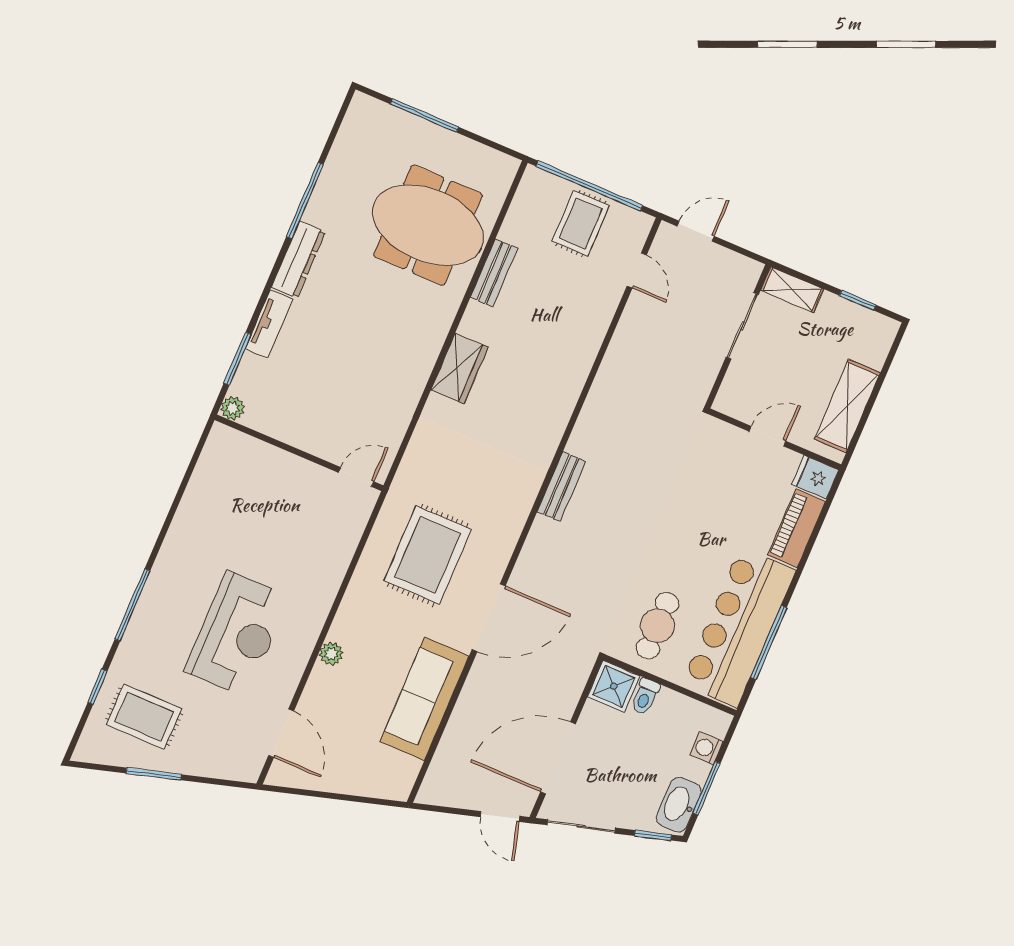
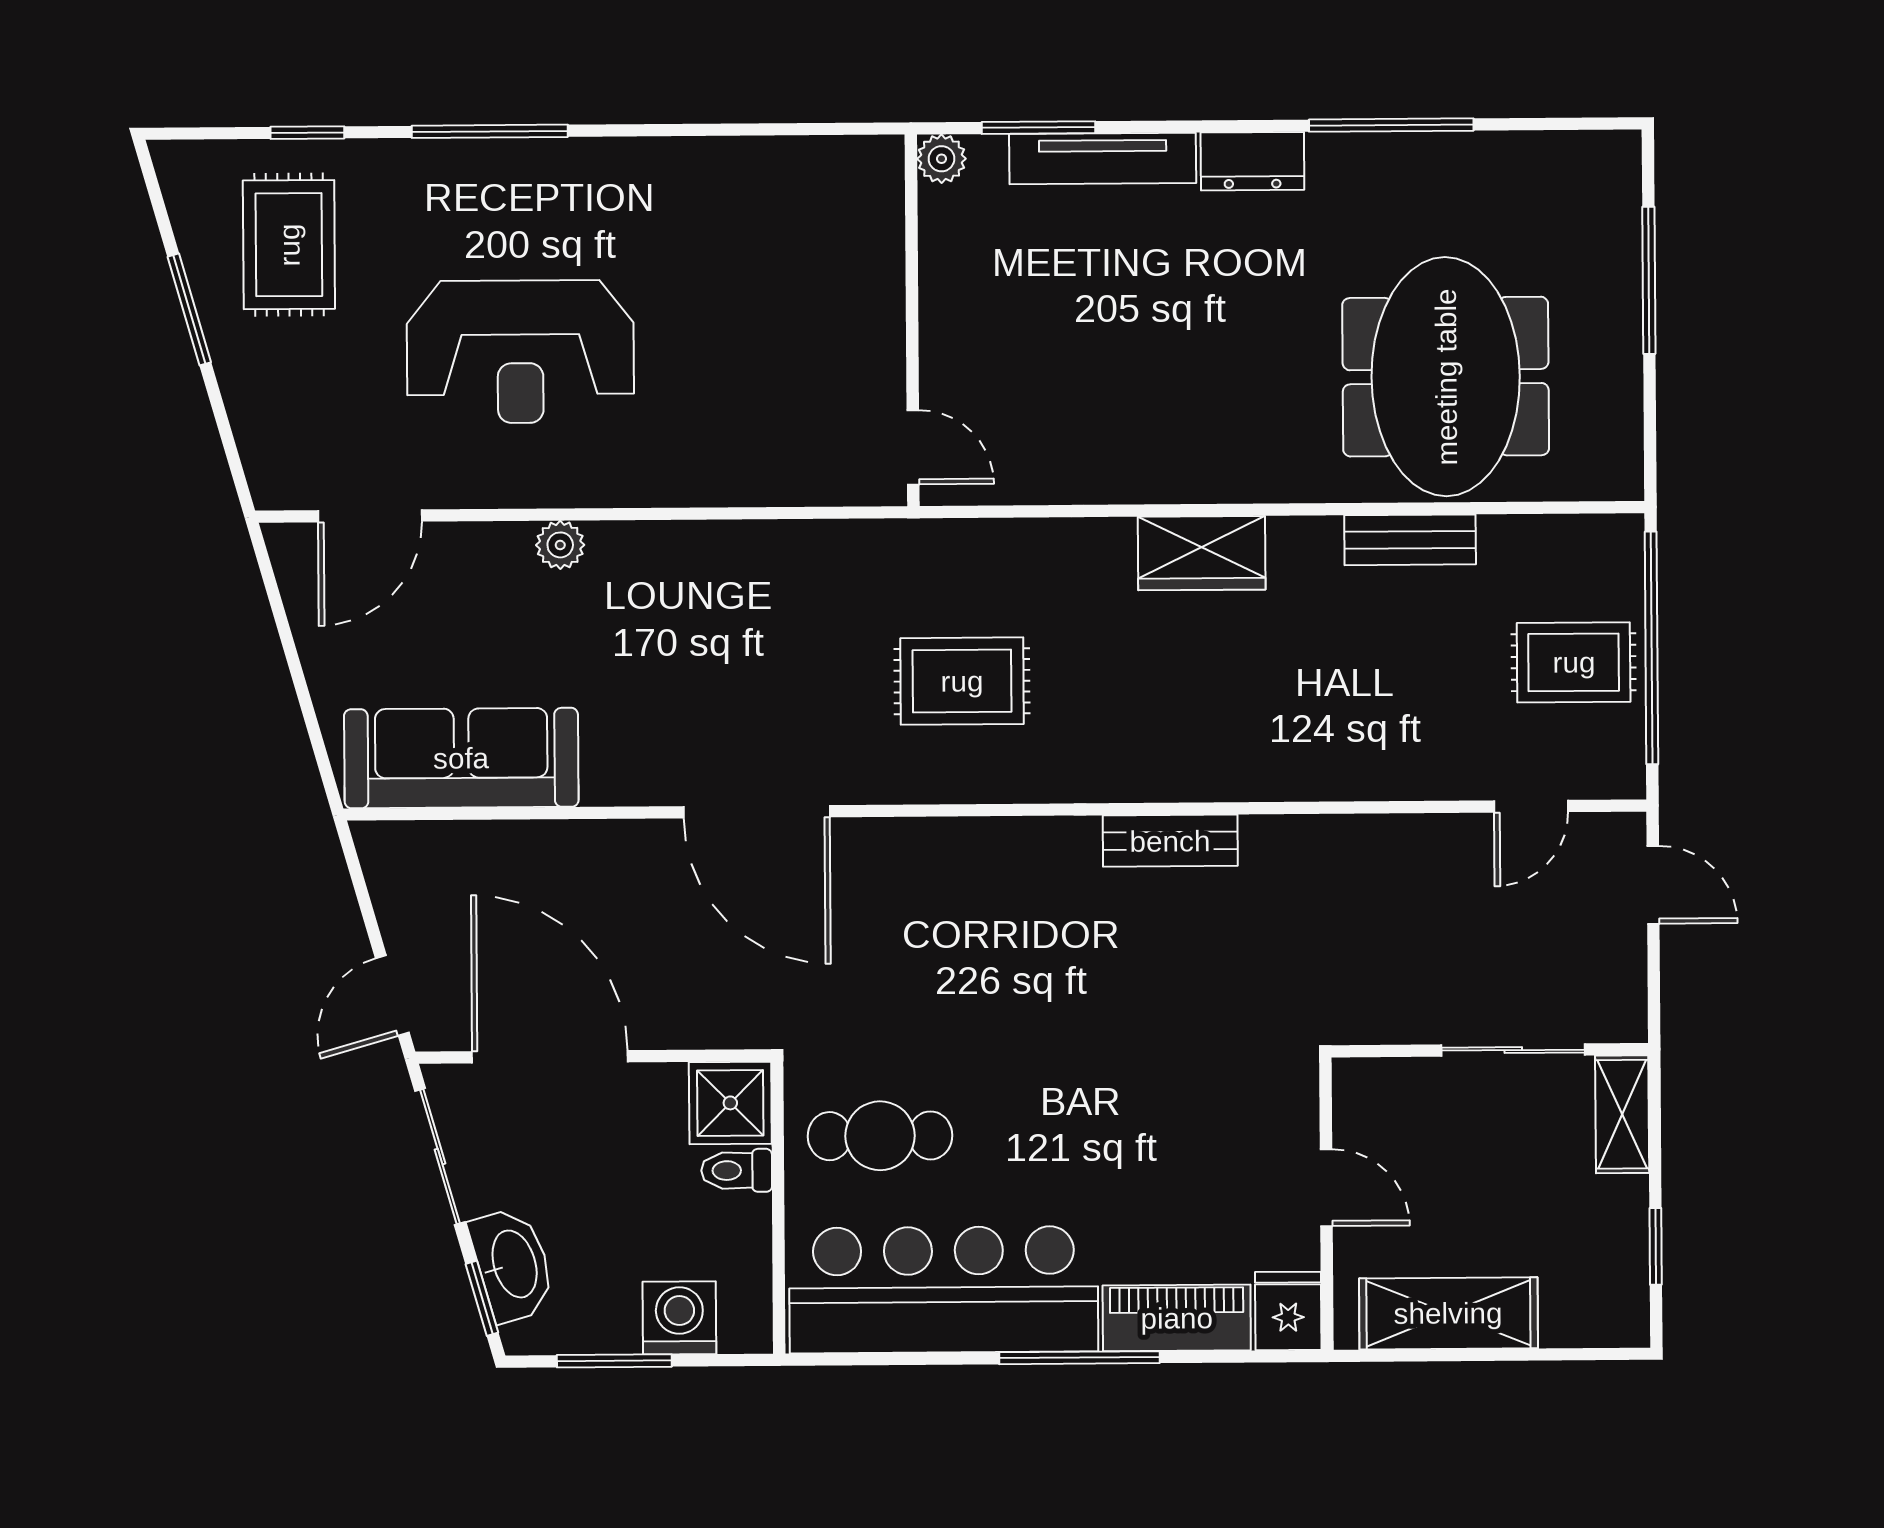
dresser: (298, 259) -> (1252, 161), width x0.70
tv unit: (269, 324) -> (1103, 158), width x1.41
bench: (561, 486) -> (1170, 841), moved
rug: (428, 555) -> (962, 681), moved, width x0.73, depth x0.70
window: (769, 642) -> (1079, 1358), moved
sofa: (424, 699) -> (461, 758), moved
washing machine: (706, 748) -> (679, 1318), width x1.38, depth x1.38
washbasin: (679, 805) -> (513, 1264), moved, turned 74

